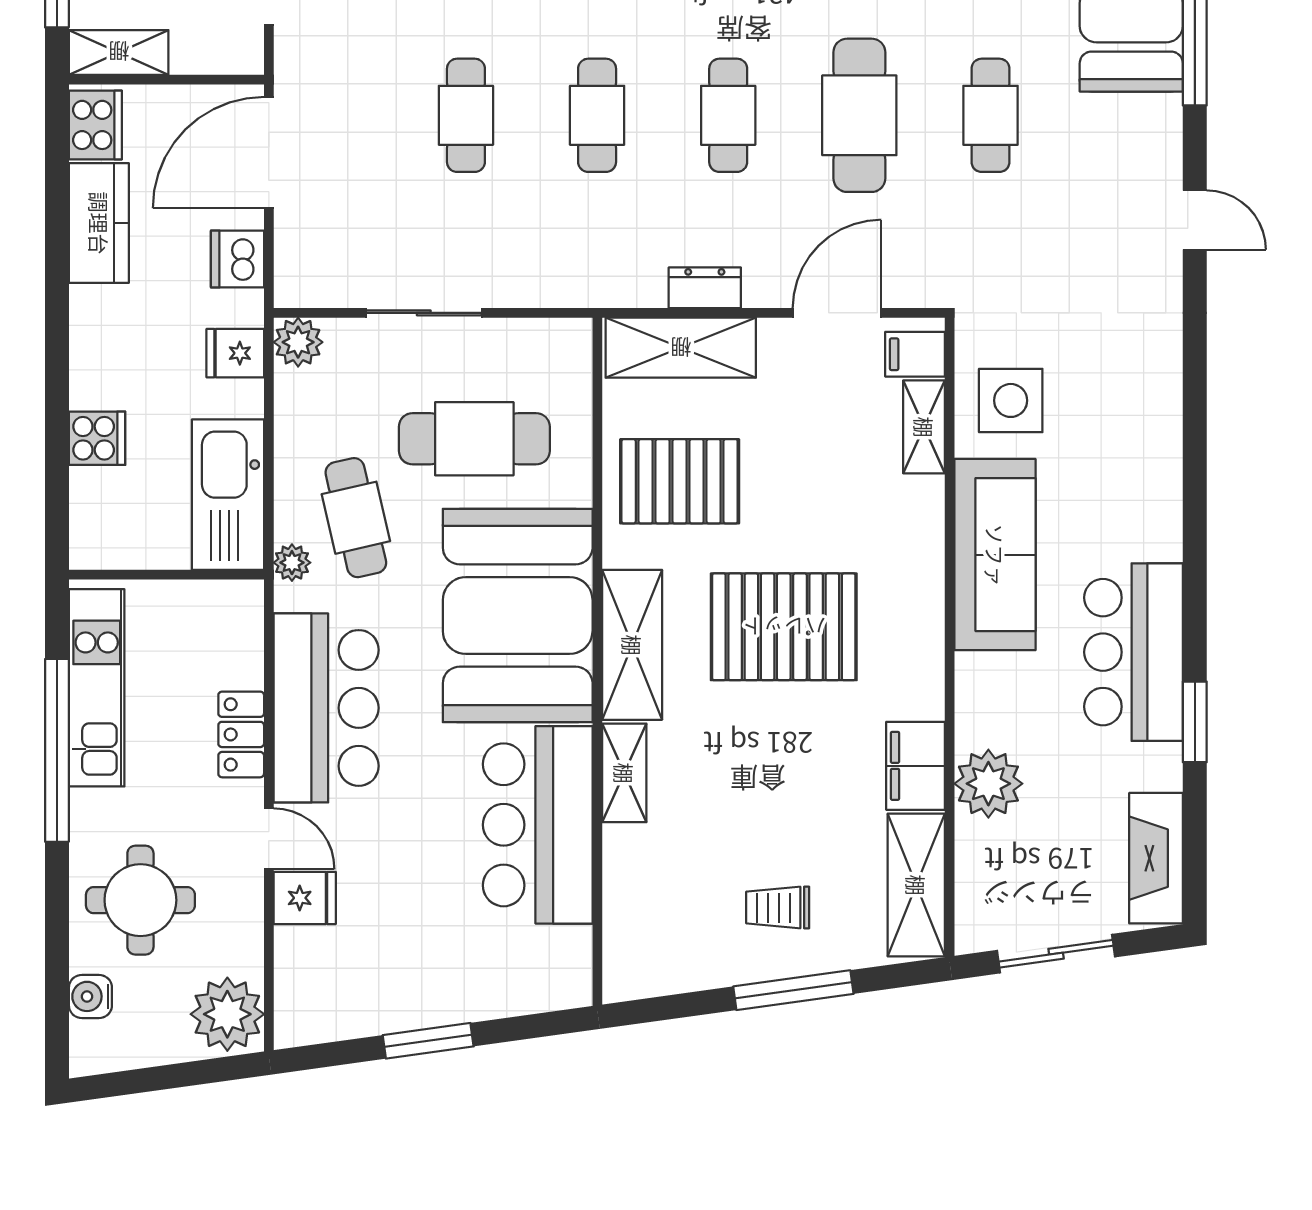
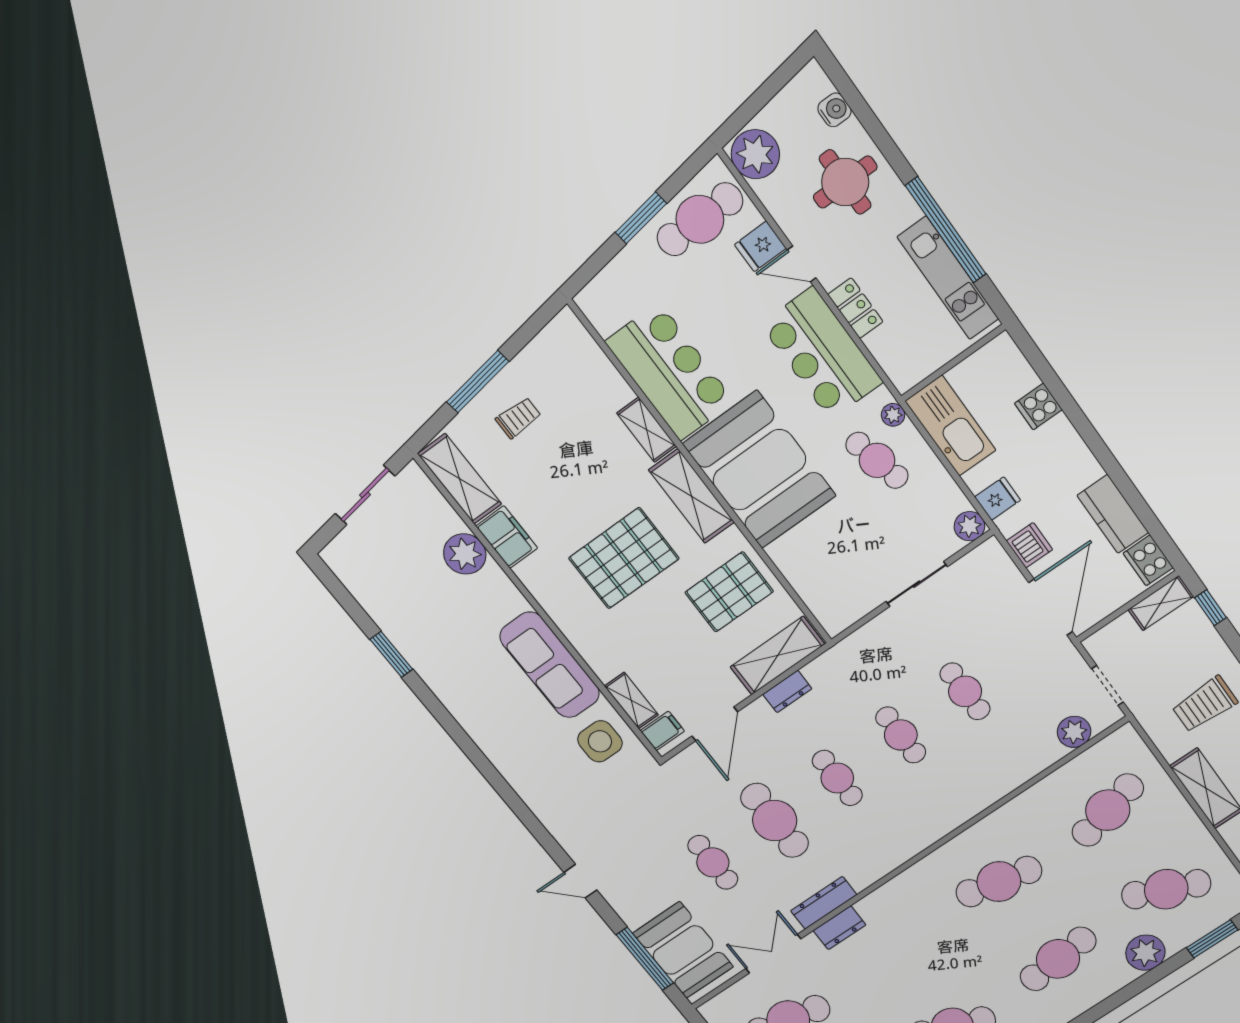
cafe table: (474, 439) -> (700, 219), moved
bar counter: (1134, 652) -> (447, 666), removed
fireplace: (1156, 858) -> (356, 576), removed

